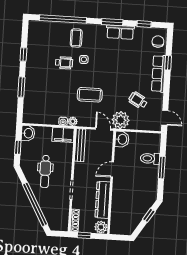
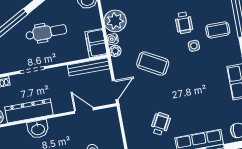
coffee table: (90, 95) -> (153, 64), turned -61
plant: (121, 120) -> (115, 21), moved
washbasin: (122, 139) -> (38, 129), moved
door: (112, 170) -> (84, 111), moved
dental chair: (45, 171) -> (46, 32), turned 180

